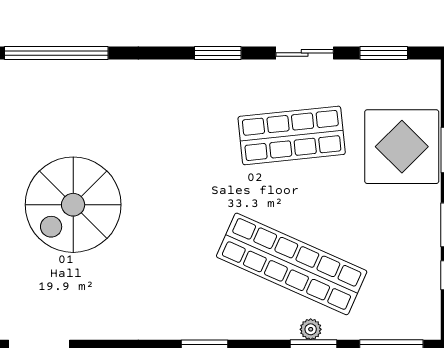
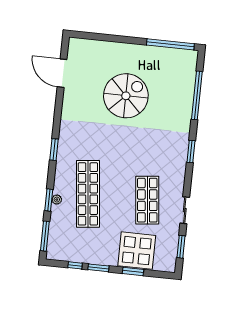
window: (218, 53) -> (191, 152), moved
spiral stairs: (73, 205) -> (126, 96), turned 90
shop shelf: (292, 264) -> (88, 194), turned -30

